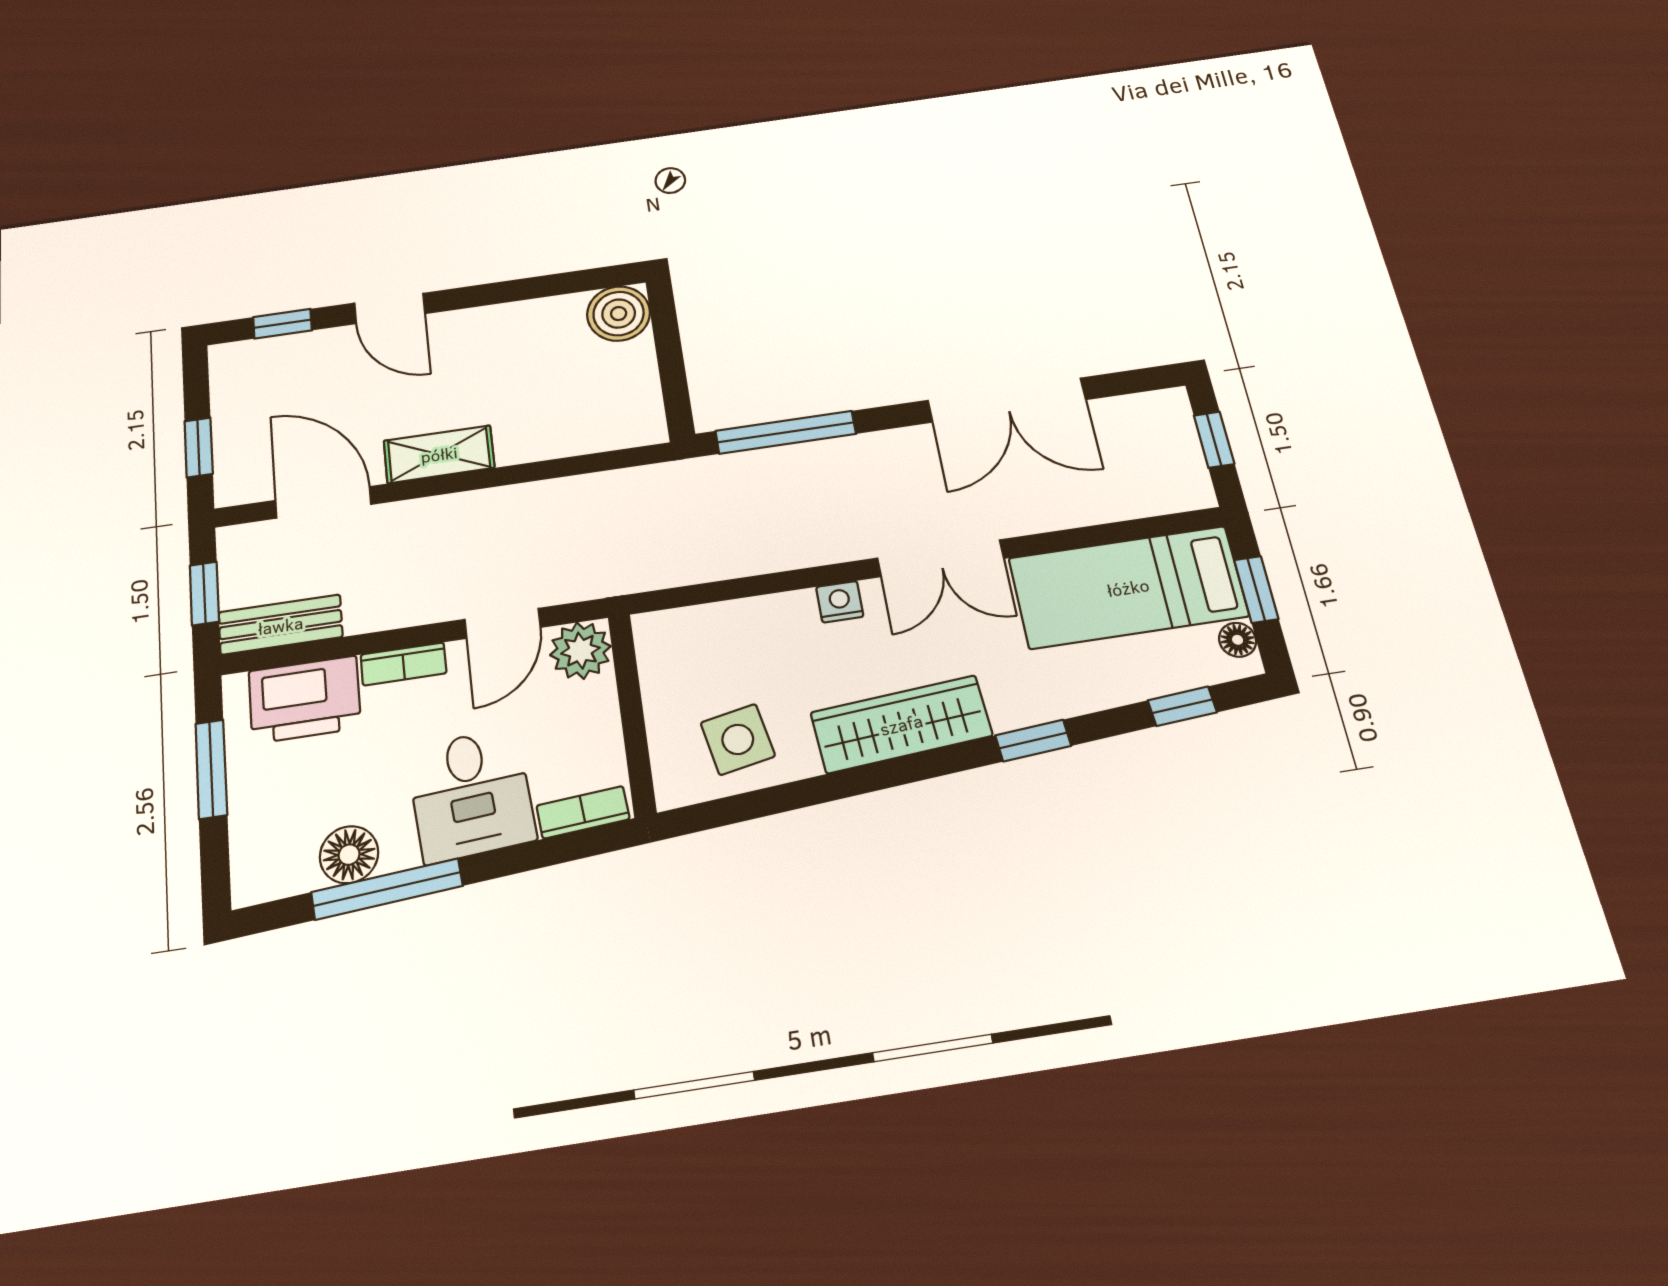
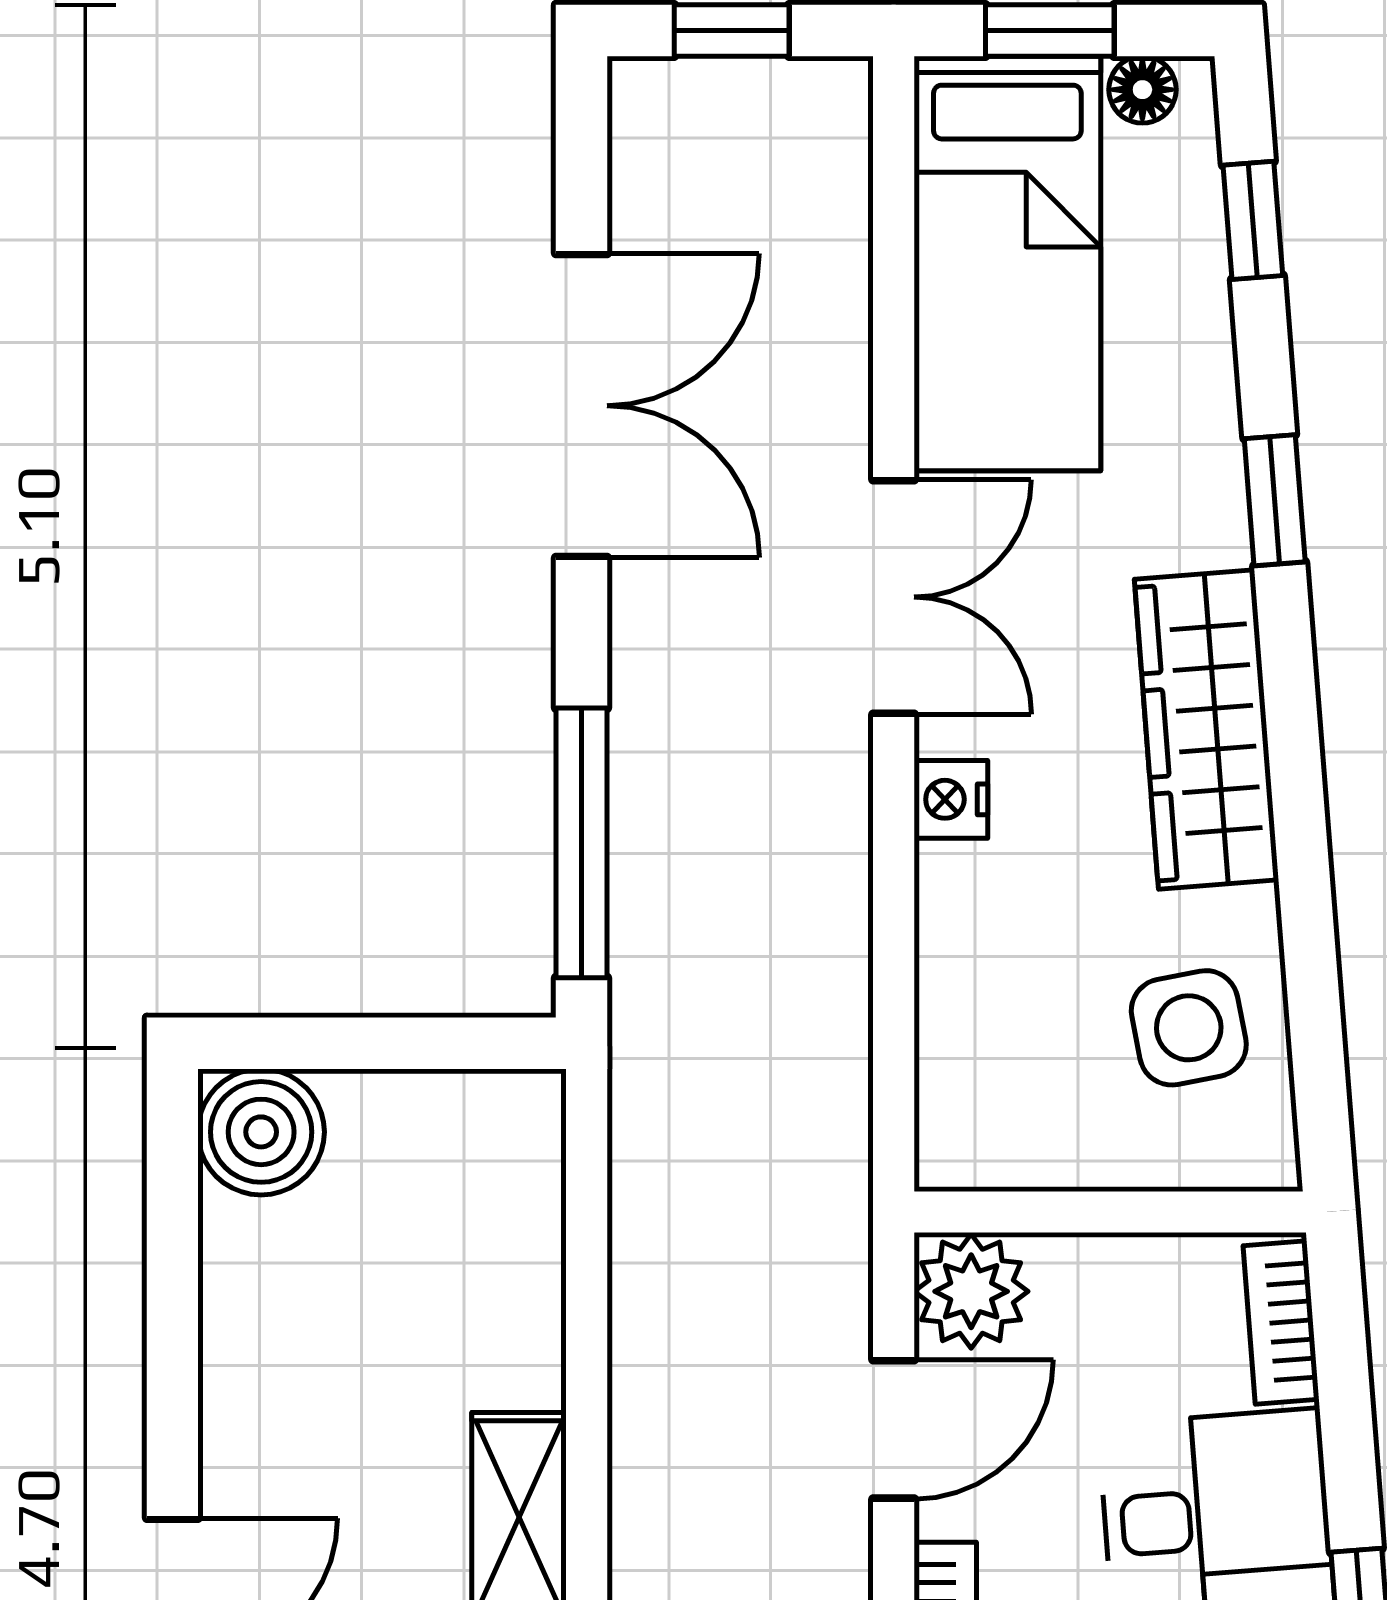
door: (503, 623) -> (894, 1429), hinge flipped

